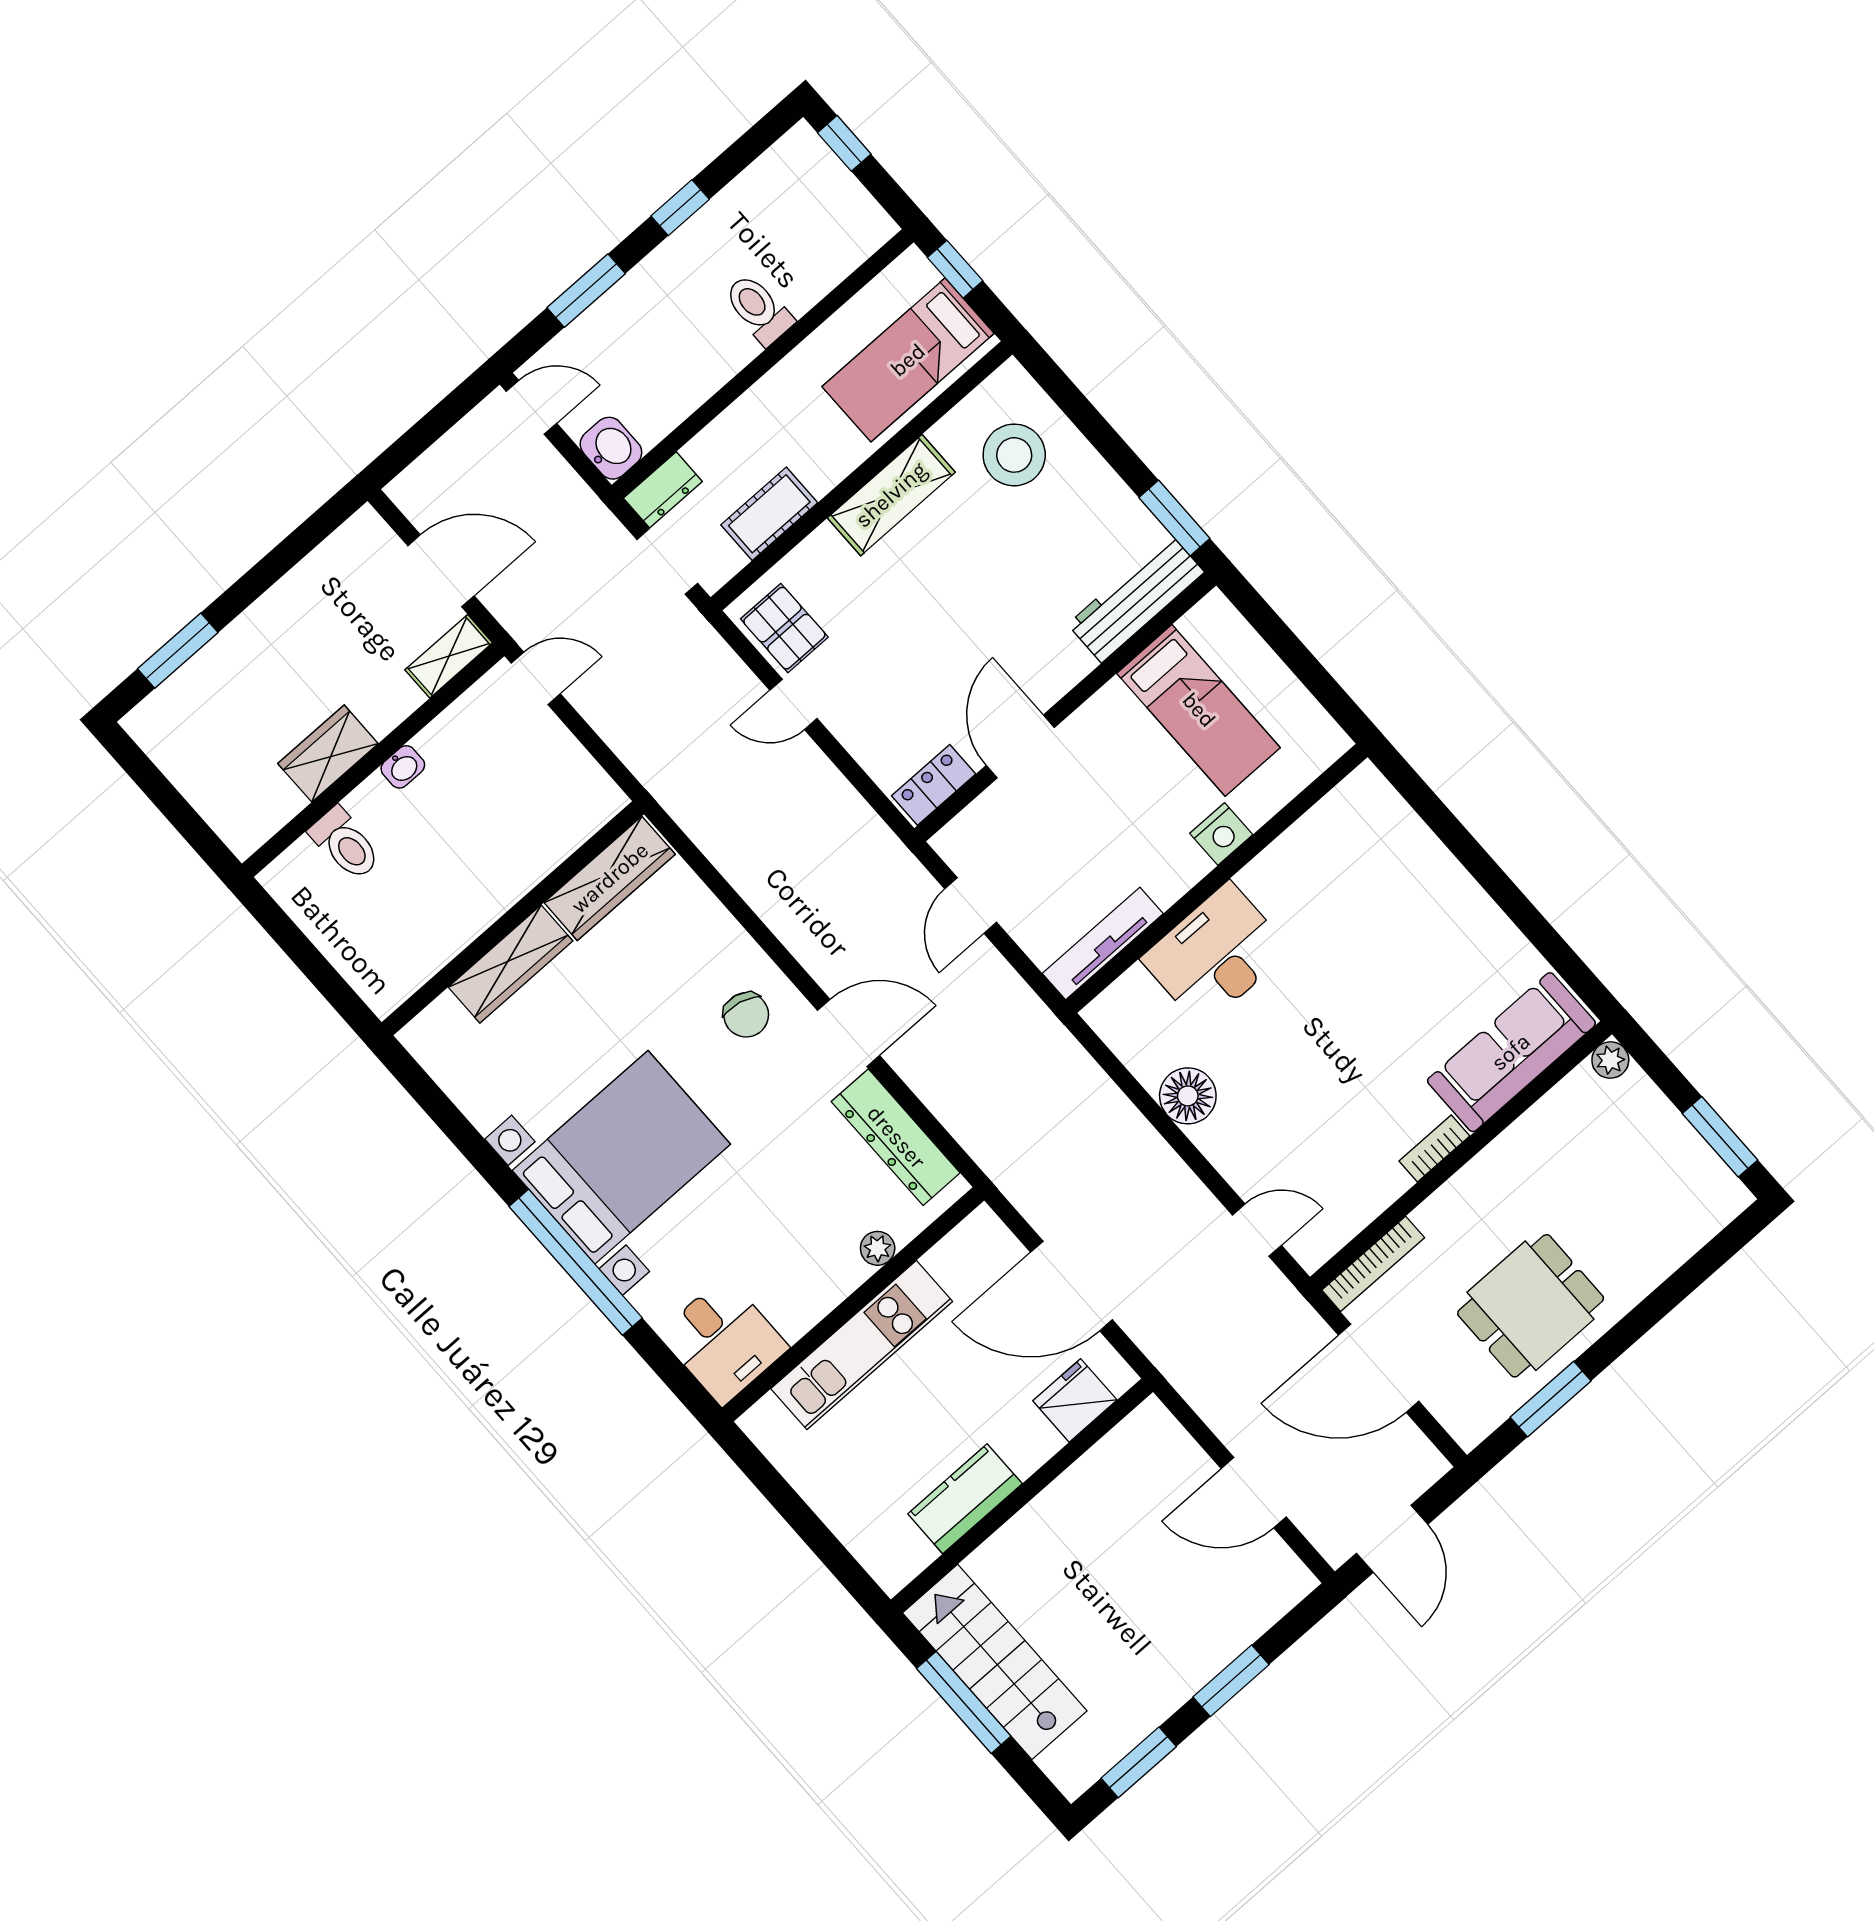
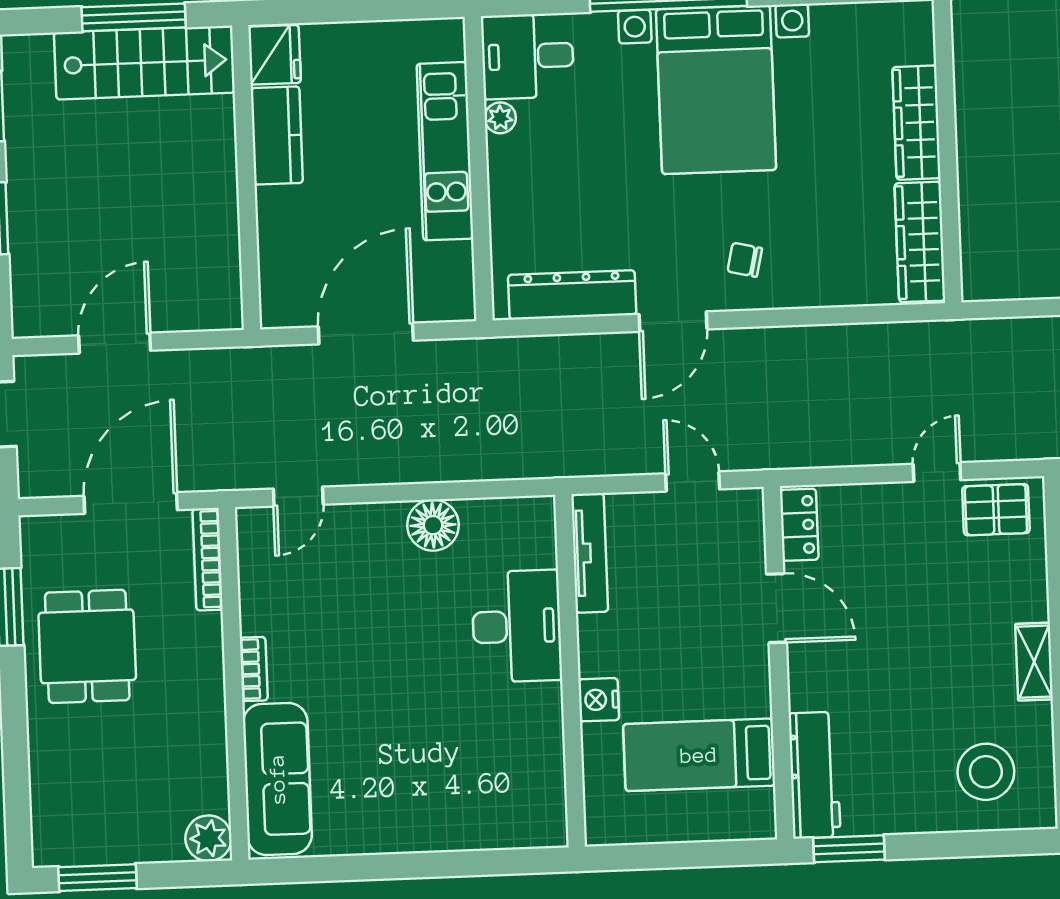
shelving: (891, 495) -> (1034, 662), width x0.67, depth x0.75
chair: (746, 1015) -> (745, 260), width x0.73, depth x0.73
plant: (1610, 1060) -> (208, 838), width x1.38, depth x1.38
plant: (878, 1248) -> (500, 118), moved
fridge: (1075, 1400) -> (275, 55), moved

